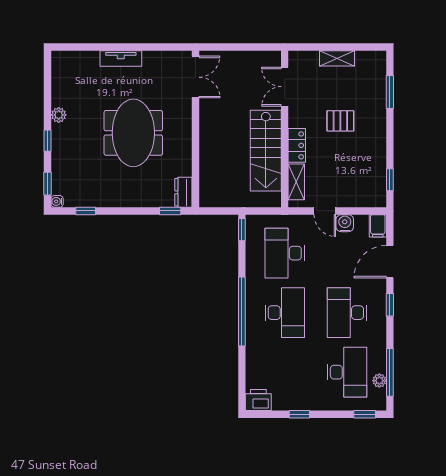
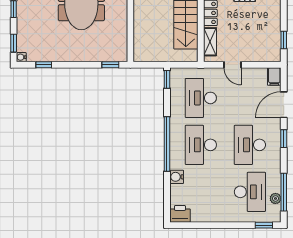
dresser: (183, 192) -> (121, 50), removed
water cooler: (345, 223) -> (177, 177), moved, turned -90
desk: (285, 313) -> (201, 145), turned 180
window: (299, 414) -> (212, 225), removed

